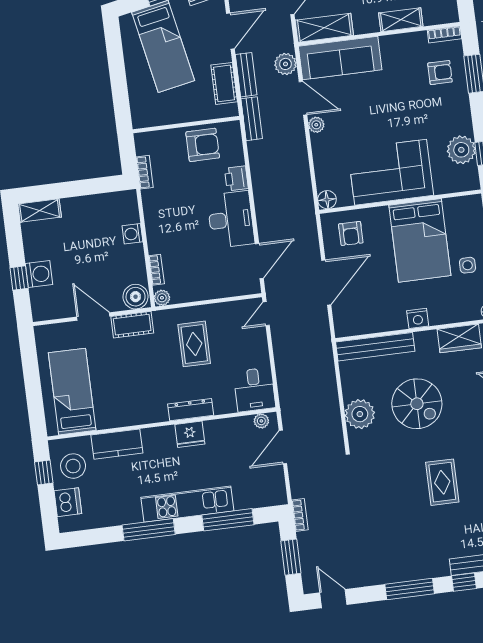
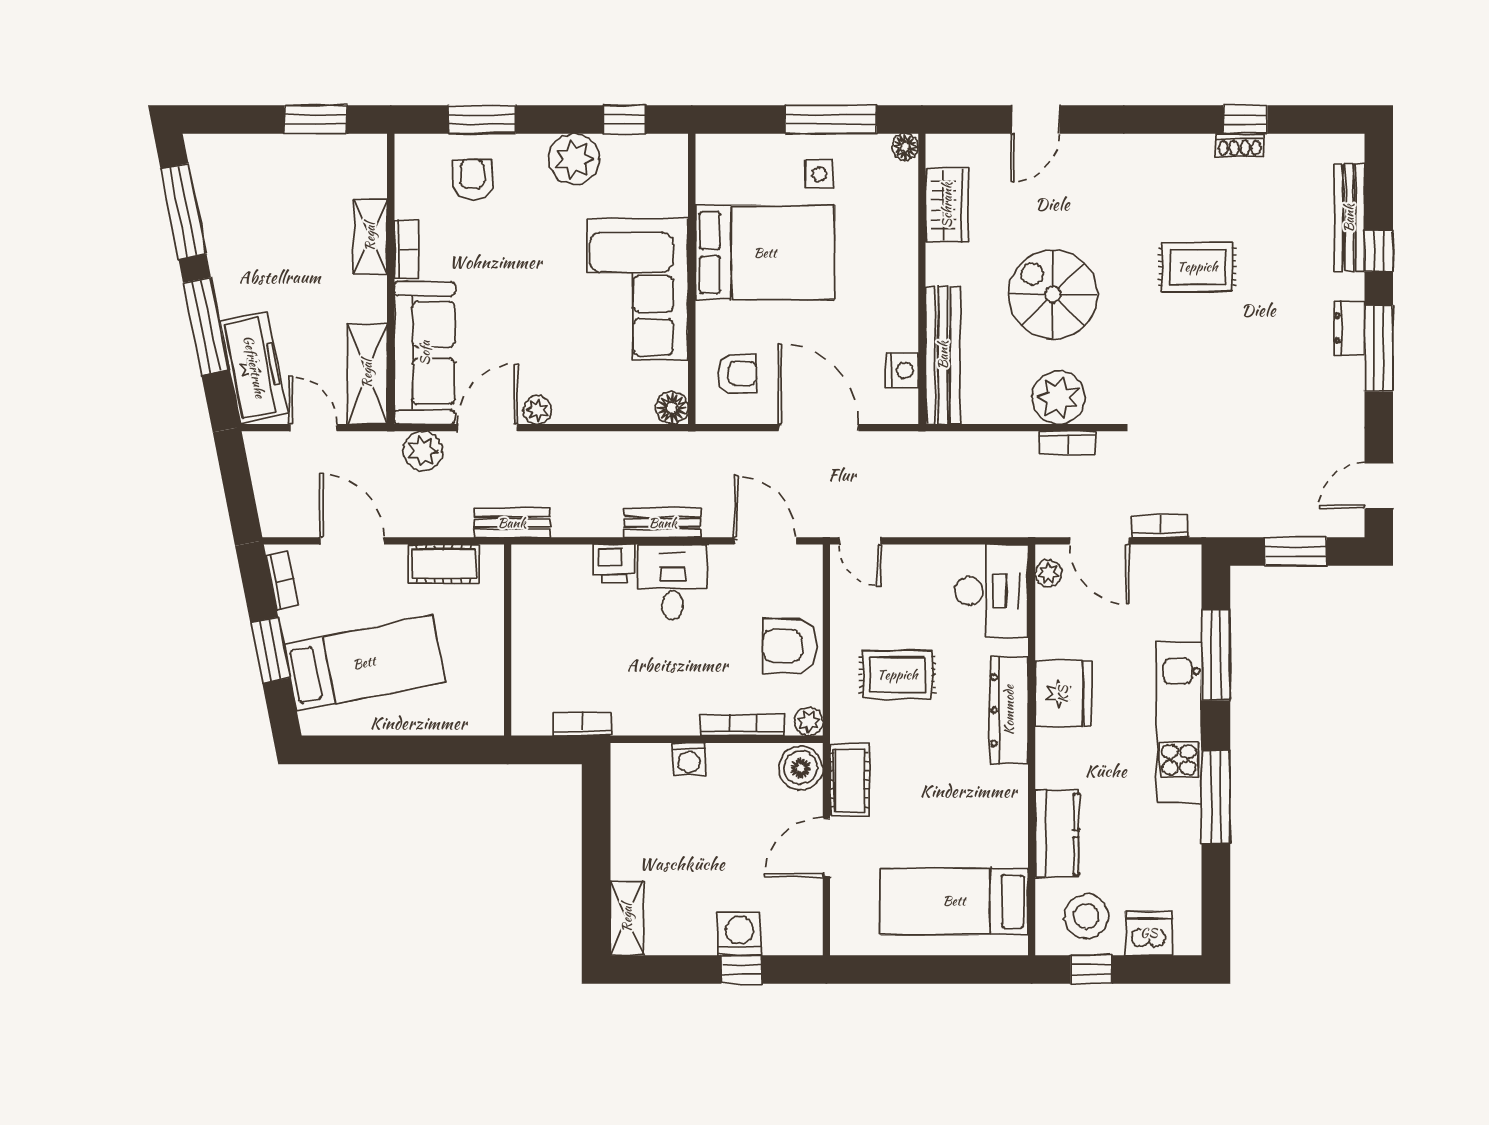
bookcase: (444, 34) -> (406, 249), moved
bench: (246, 75) -> (663, 523), moved
armchair: (203, 145) -> (790, 646), moved, turned -90
plant: (461, 150) -> (574, 159), moved
desk: (231, 220) -> (673, 582), width x0.73
bookcase: (156, 270) -> (743, 725), width x1.56
nightstand: (418, 318) -> (902, 370), moved
desk: (254, 390) -> (992, 591), width x1.37
spiral stairs: (417, 404) -> (1053, 294), turned -90
dresser: (191, 410) -> (1009, 710), width x1.37, depth x1.24
bookcase: (335, 422) -> (1067, 442), added
fridge: (190, 434) -> (1063, 694), width x1.36, depth x1.34
bookcase: (300, 515) -> (1160, 526), moved
dresser: (419, 571) -> (1349, 328), added

